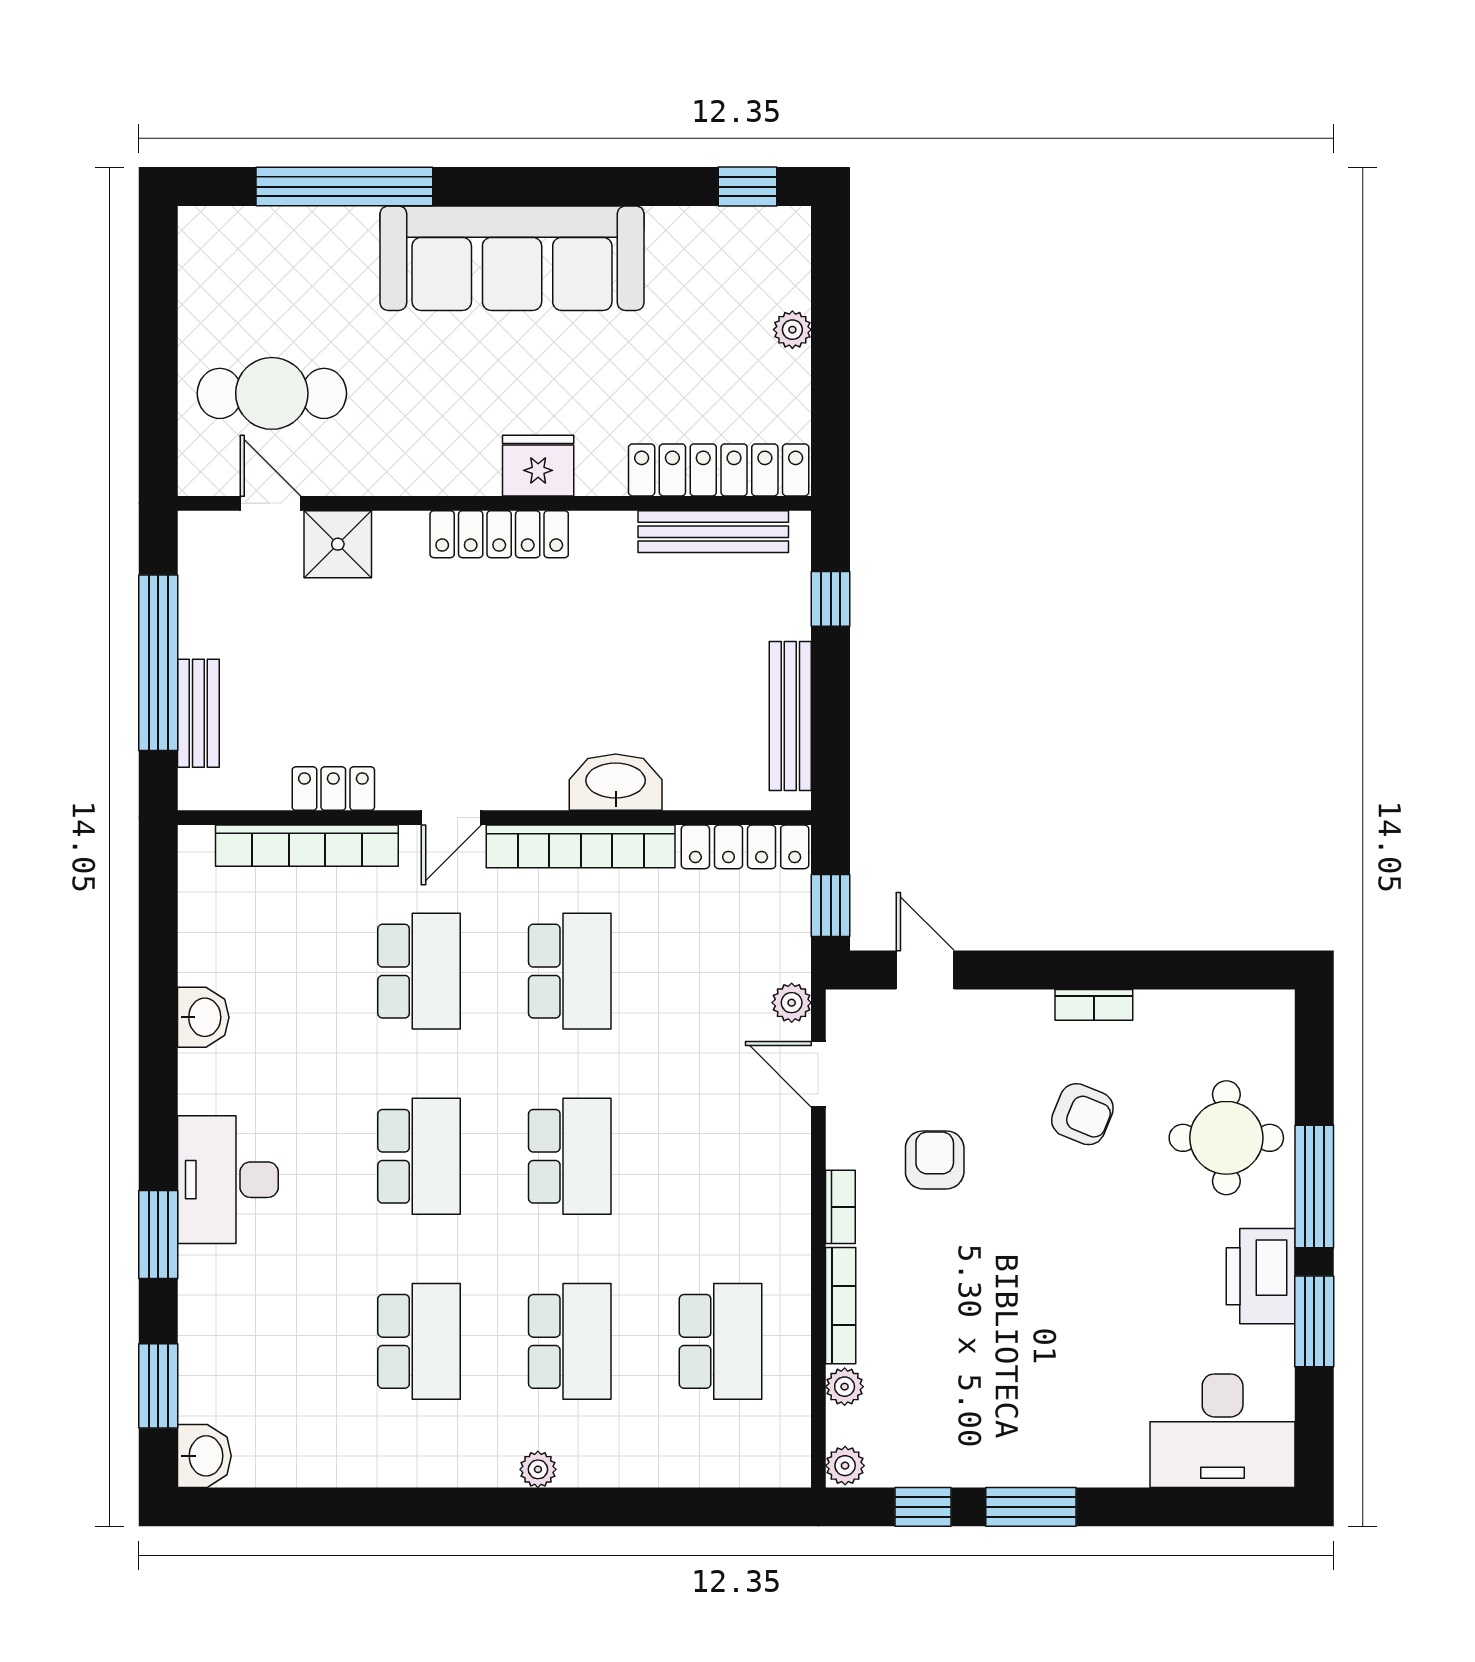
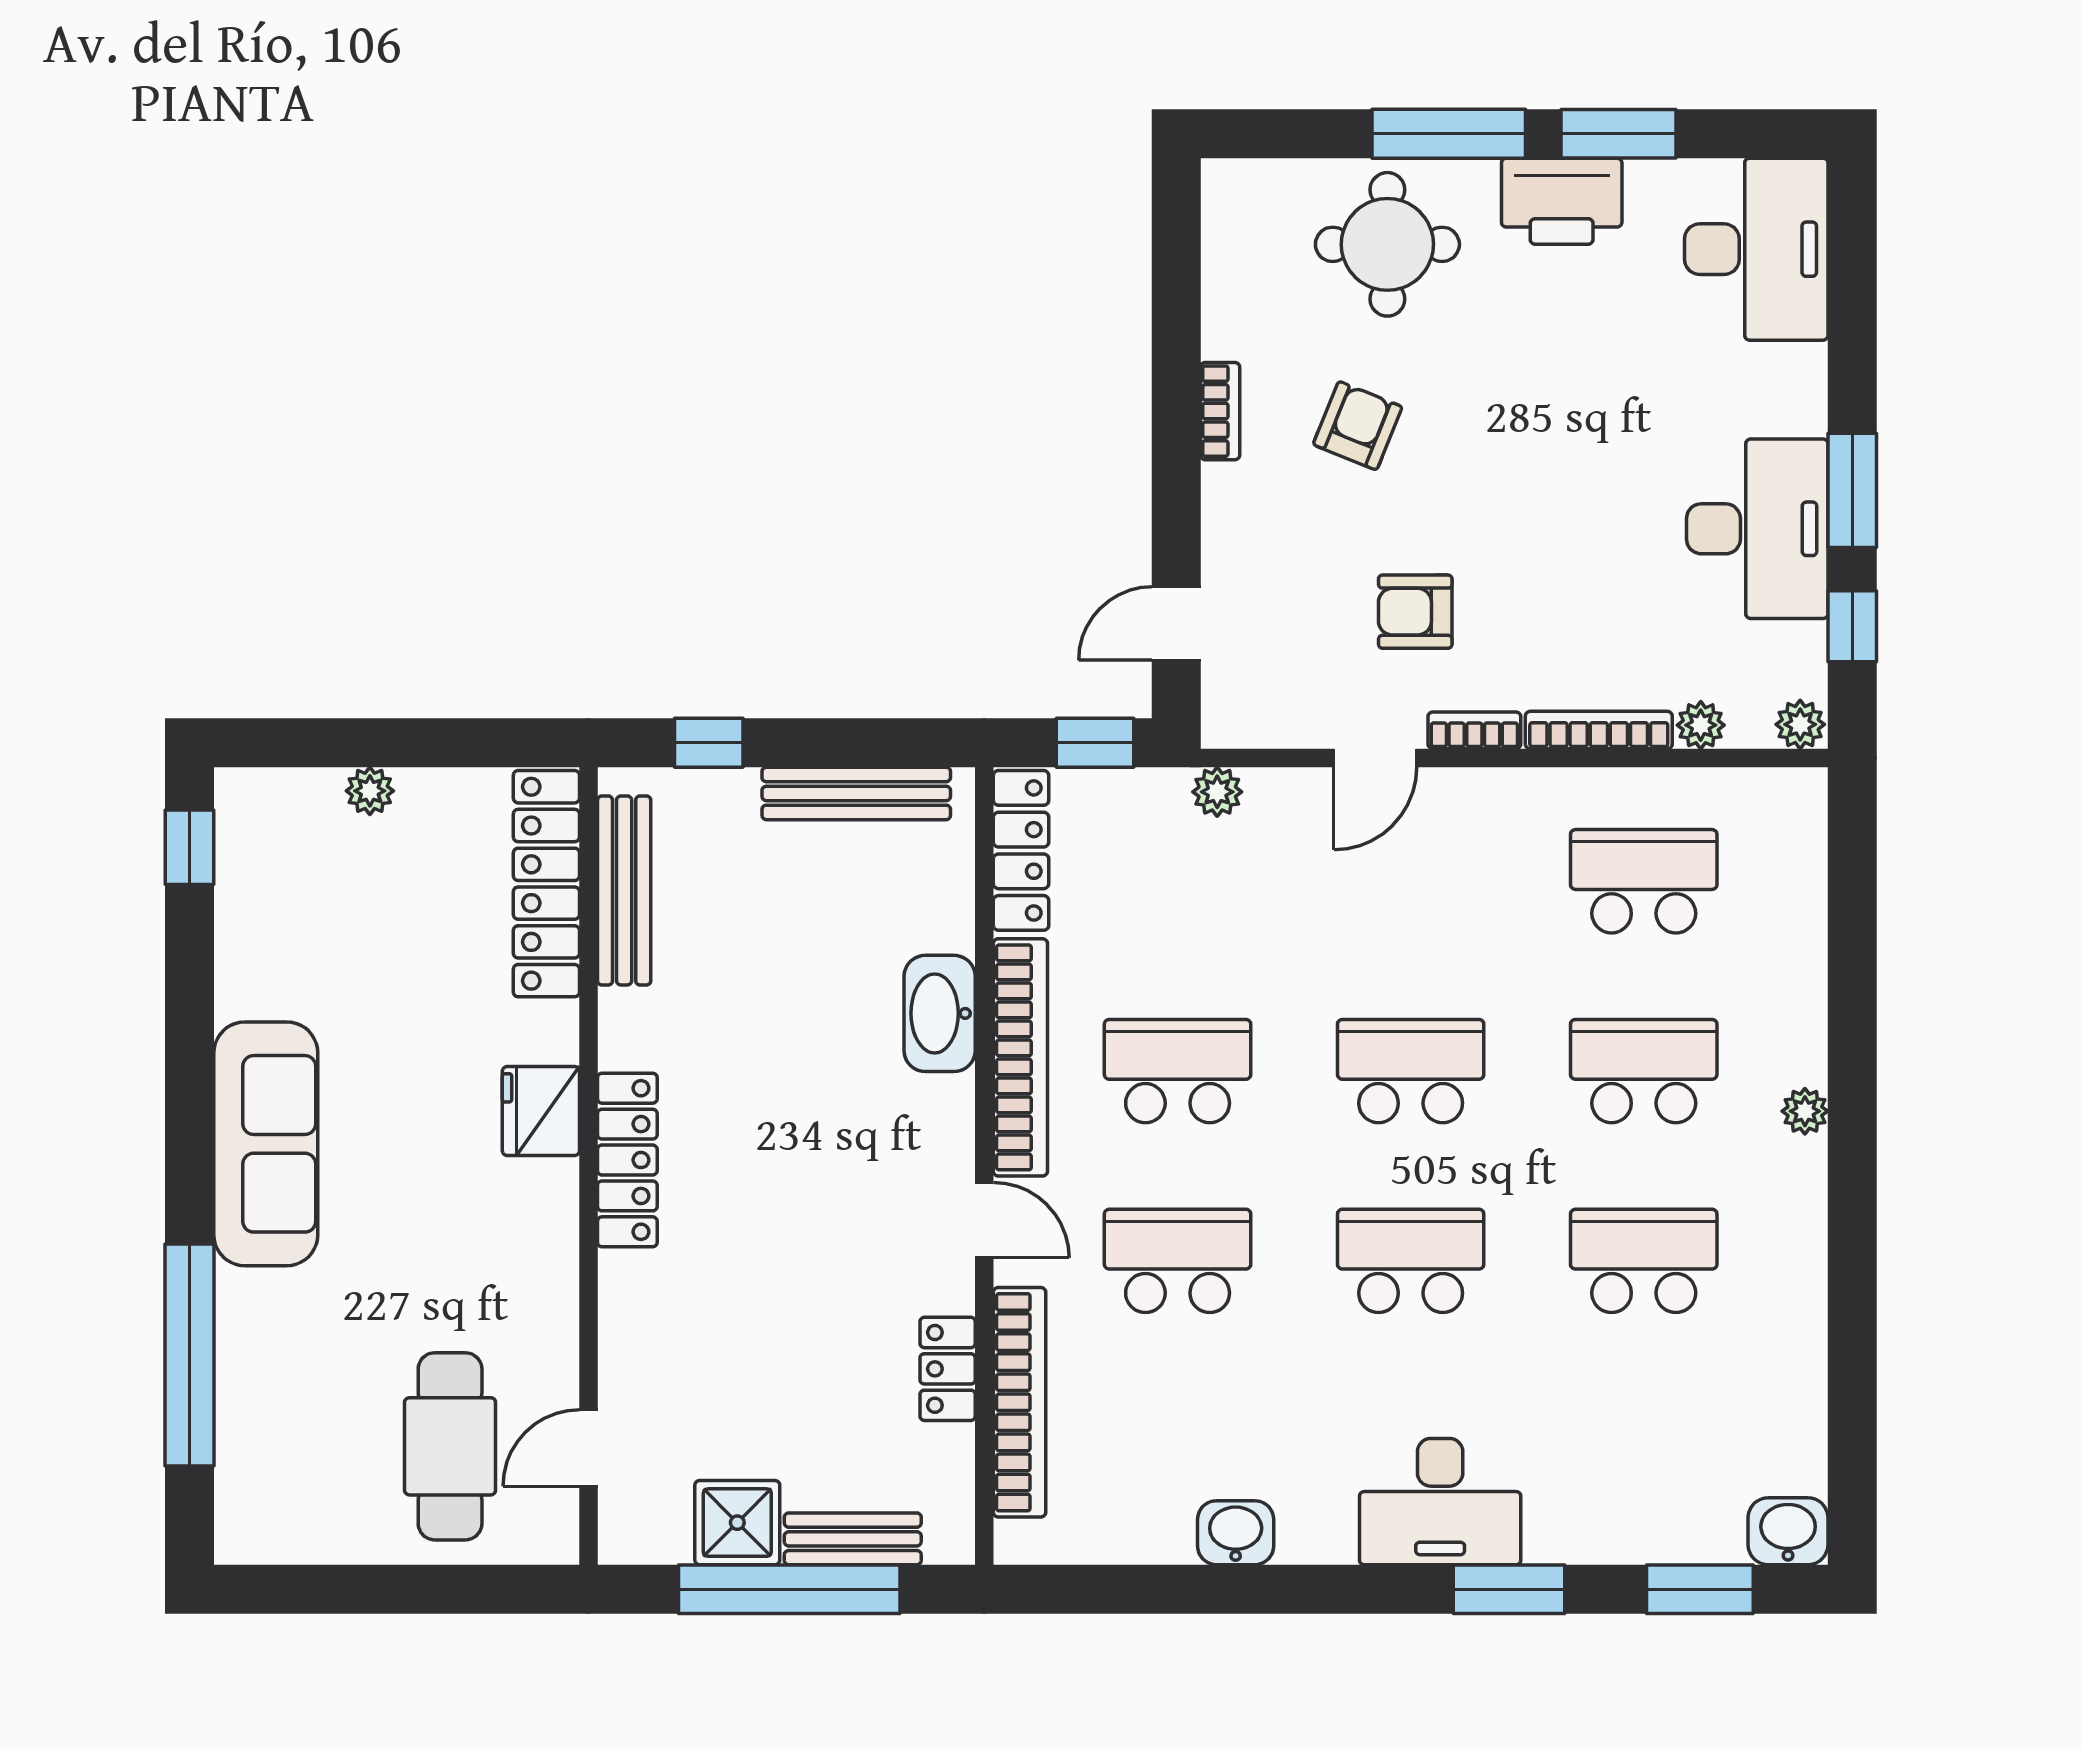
sofa: (512, 258) -> (266, 1144), width x0.74, depth x0.79
shower: (338, 544) -> (737, 1523), moved
door: (818, 1074) -> (1375, 758), moved
desk: (1000, 1431) -> (1757, 529), added

